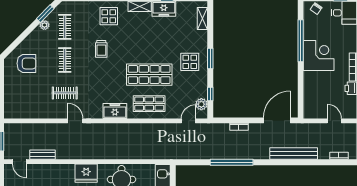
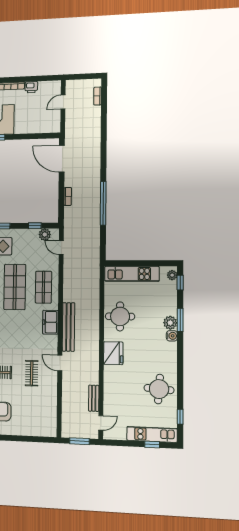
door: (75, 121) -> (60, 363), hinge flipped
bench: (294, 153) -> (68, 327), moved

